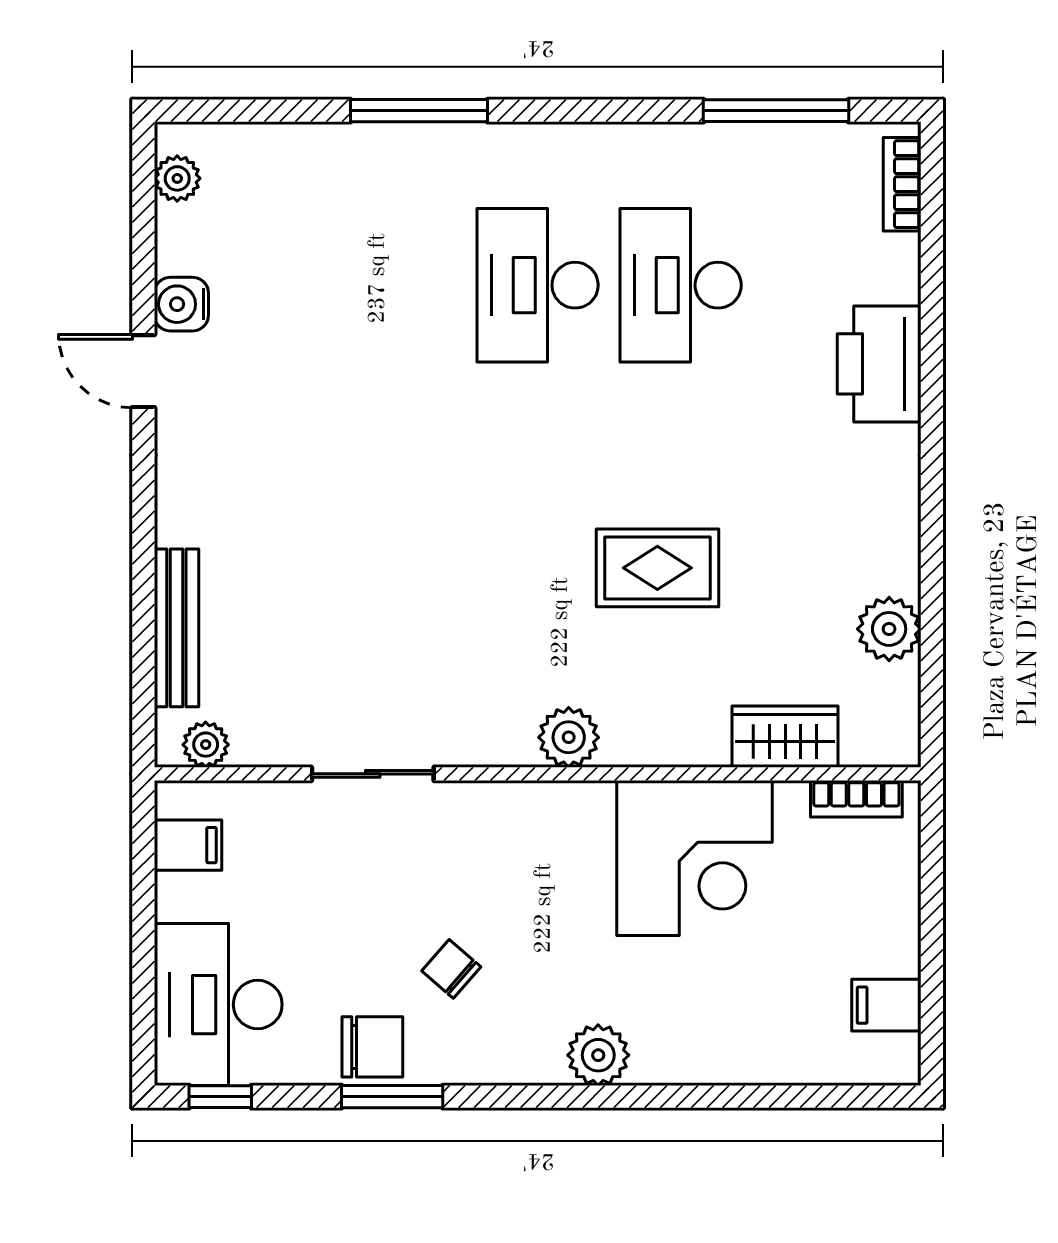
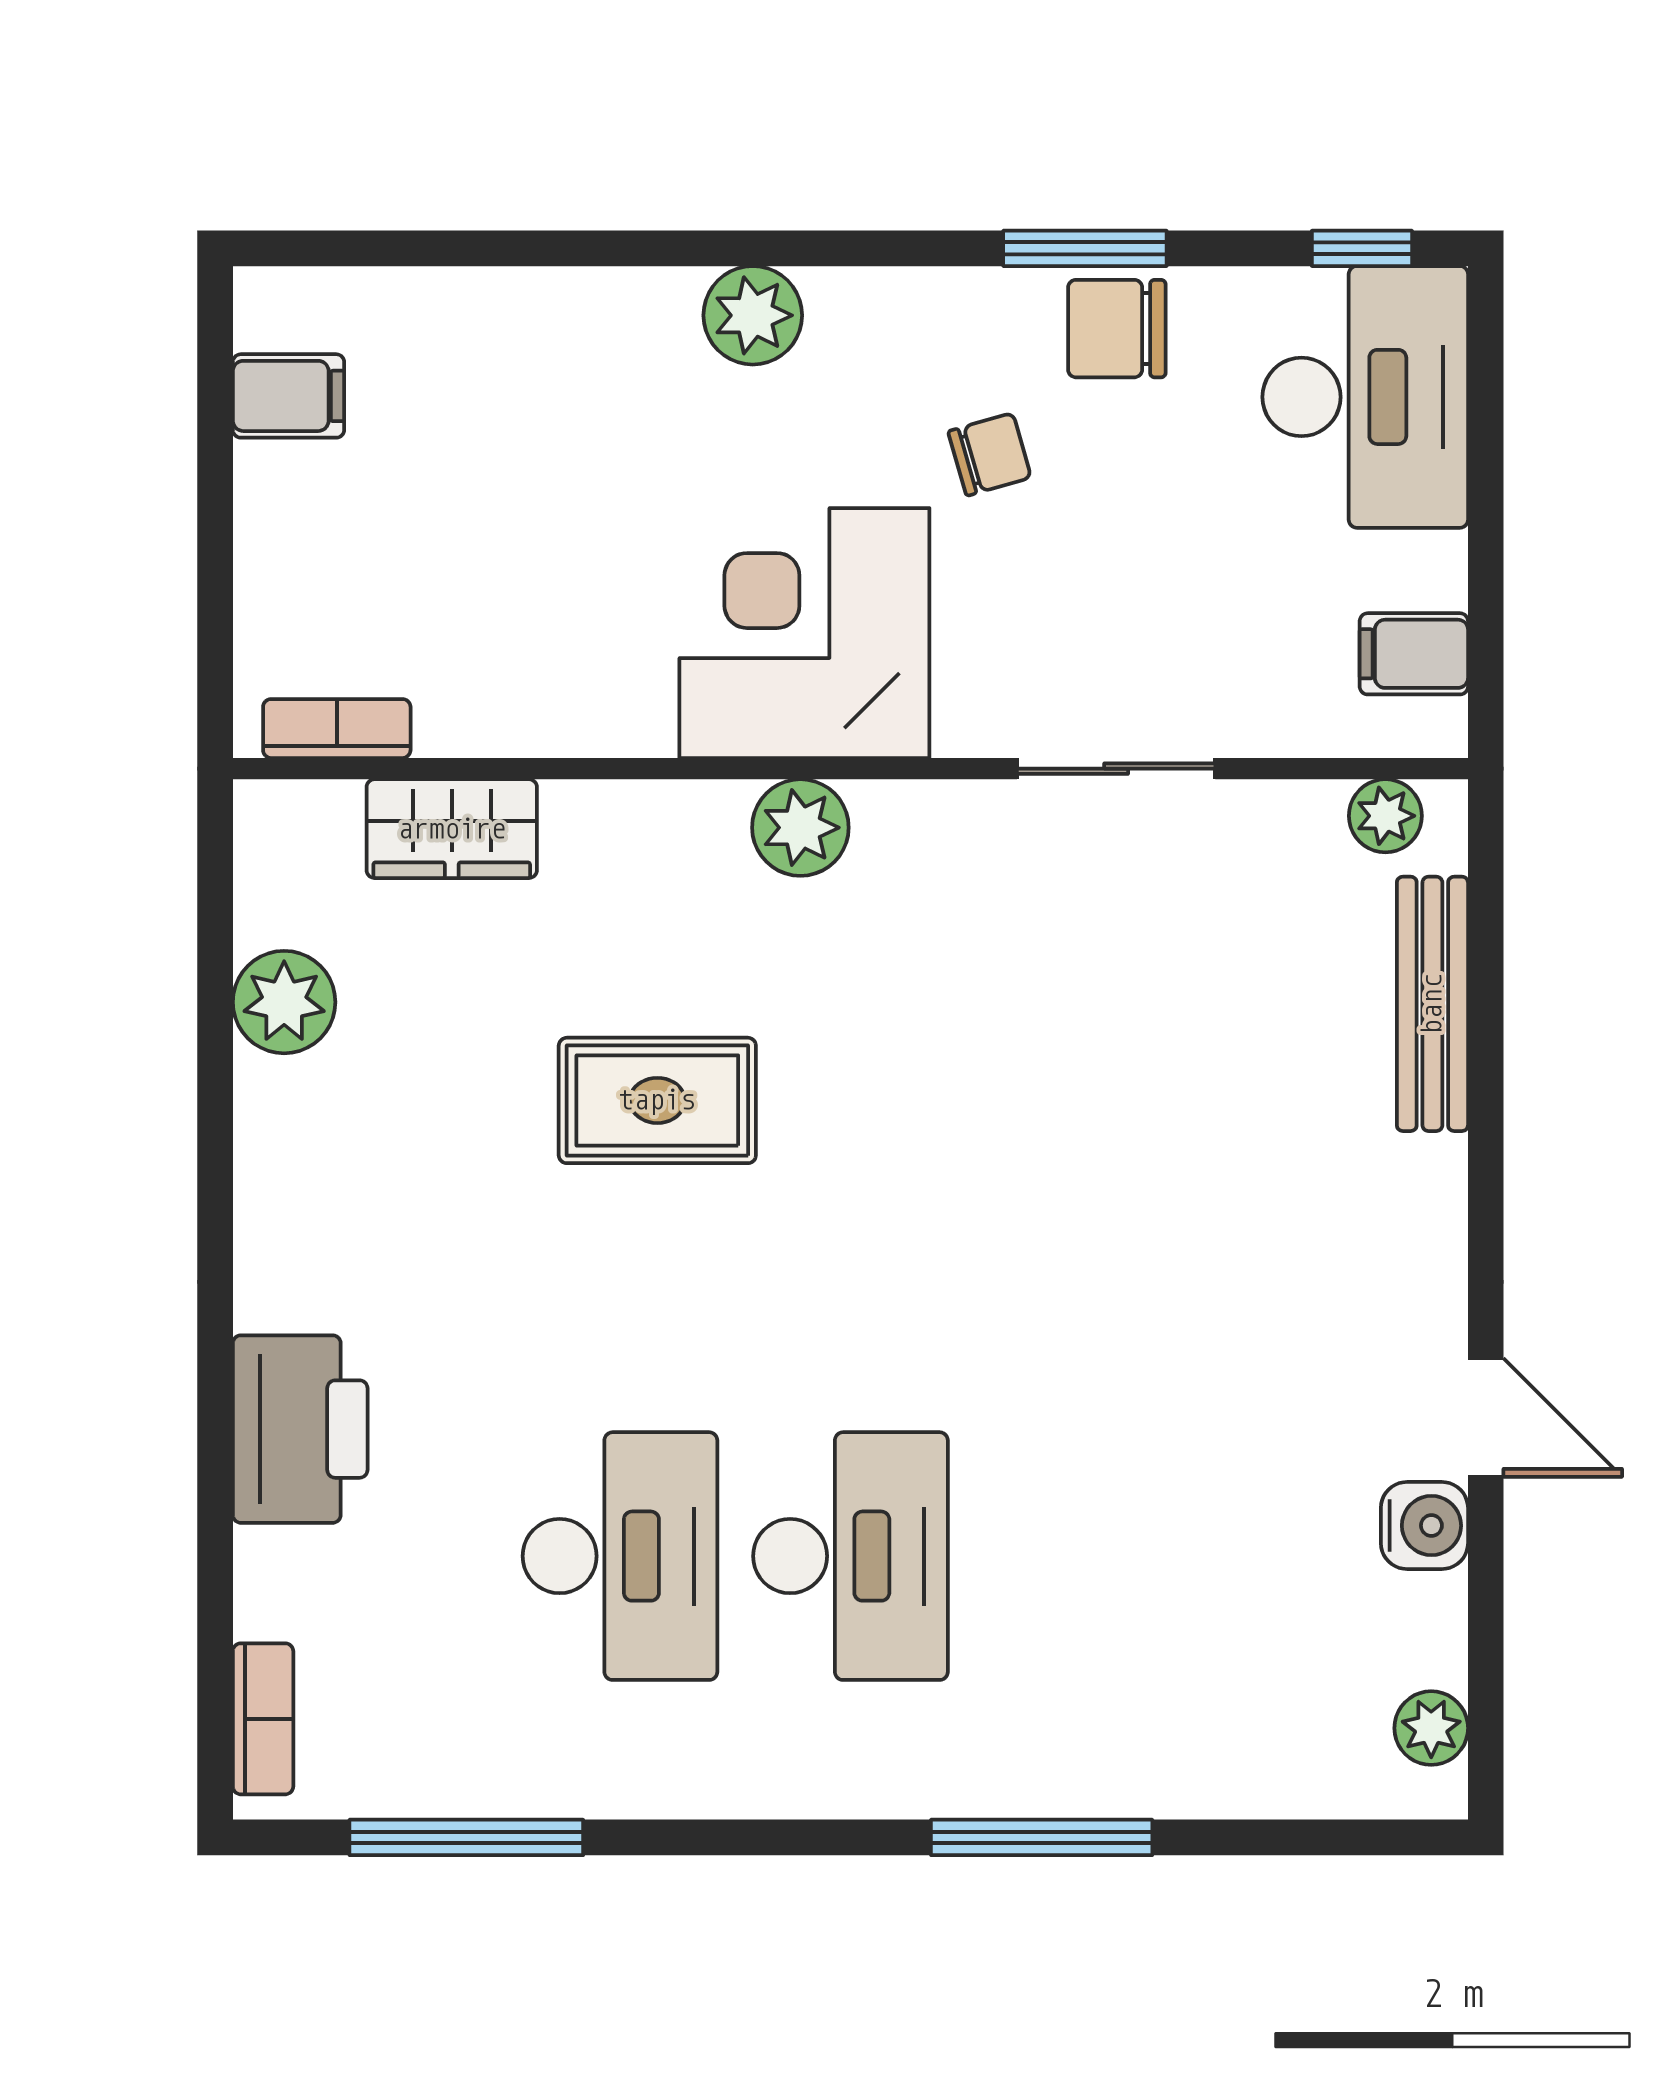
corner desk: (695, 858) -> (804, 633), moved
chair: (451, 969) -> (990, 454), turned -57

